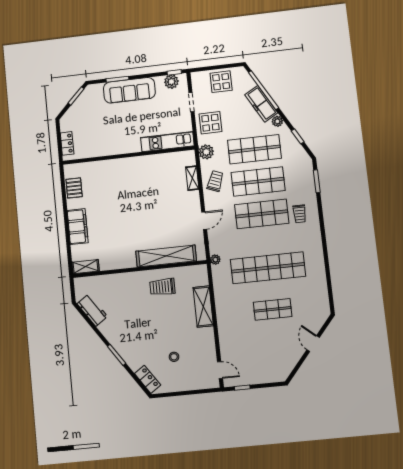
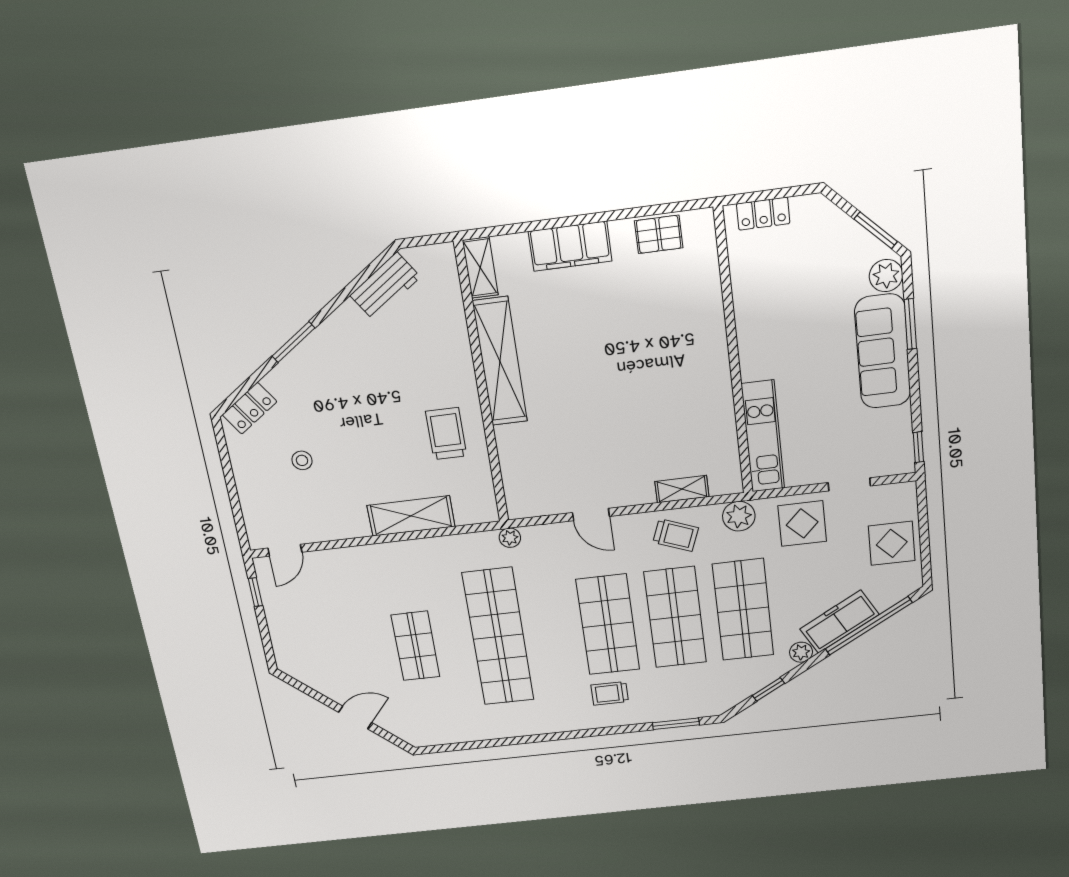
plant: (171, 82) -> (886, 276), moved
shelving: (166, 256) -> (500, 361), moved

